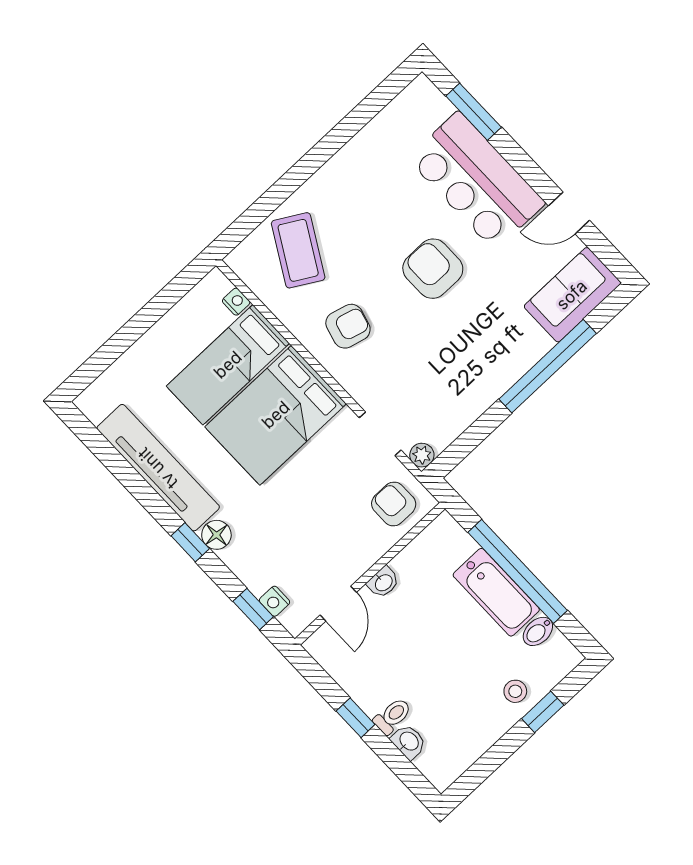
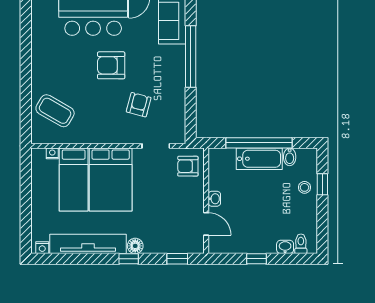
armchair: (348, 326) -> (139, 105), moved
plant: (422, 455) -> (179, 137), removed
nightstand: (274, 601) -> (42, 248), moved
toilet: (393, 716) -> (301, 244), moved

